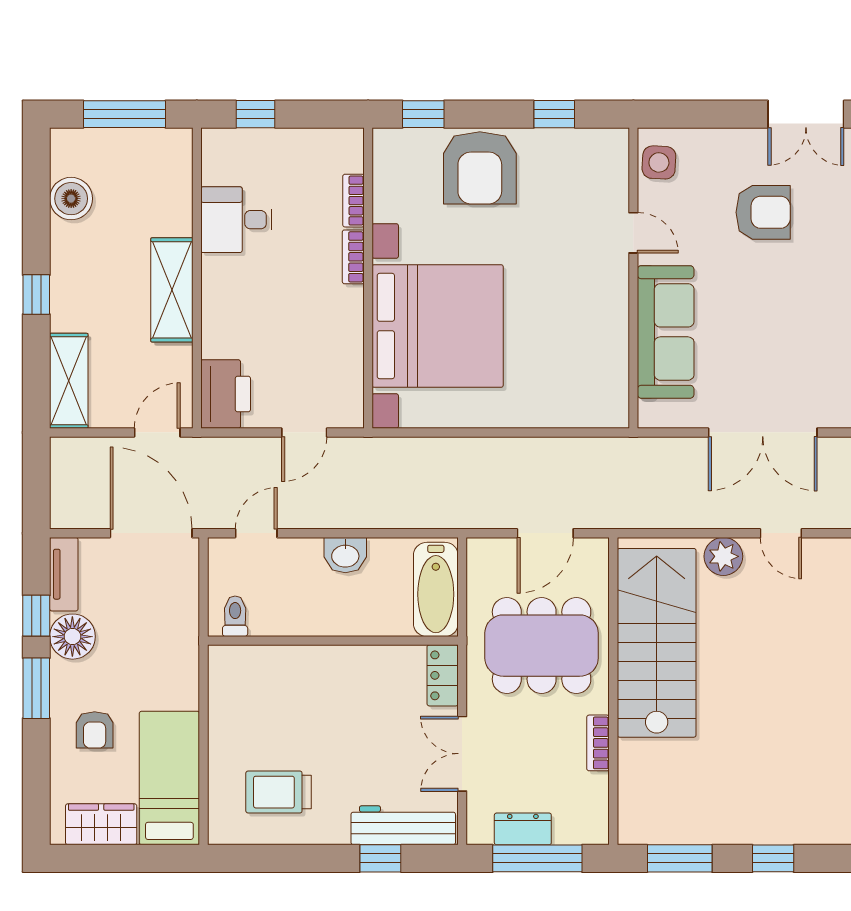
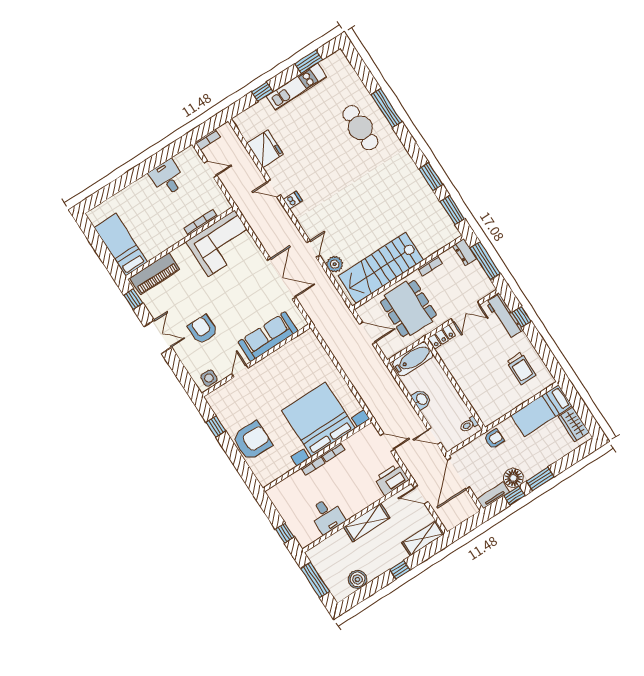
window: (423, 114) -> (246, 473), removed
bookcase: (353, 201) -> (333, 452), moved
armchair: (95, 730) -> (494, 439), moved
dresser: (523, 829) -> (465, 252), moved
window: (773, 858) -> (431, 177), width x1.50

